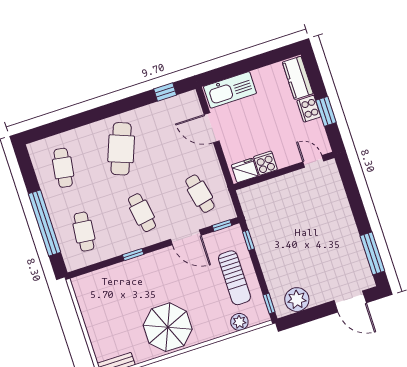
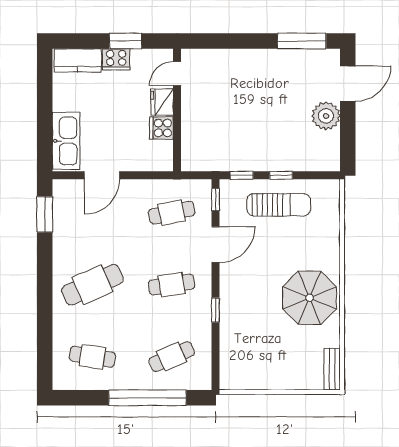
window: (165, 92) -> (45, 214), width x1.50
cafe table: (121, 149) -> (92, 285), turned -45
fridge: (245, 170) -> (162, 102), moved
cafe table: (84, 232) -> (172, 357), turned -30
plant: (297, 300) -> (326, 116), moved
window: (269, 304) -> (281, 175), moved
plant: (239, 322) -> (330, 215), removed

